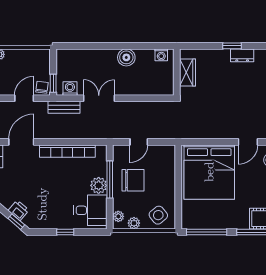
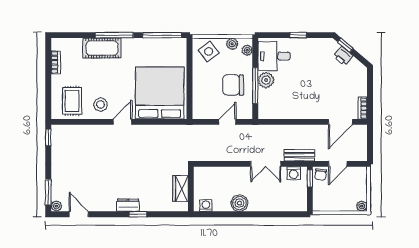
bookcase: (67, 151) -> (296, 113), removed

